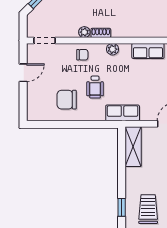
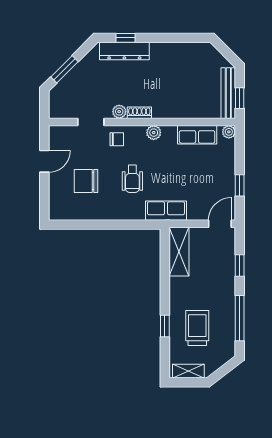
doorway: (44, 40) -> (91, 122), moved
chair: (67, 100) -> (86, 181), moved

